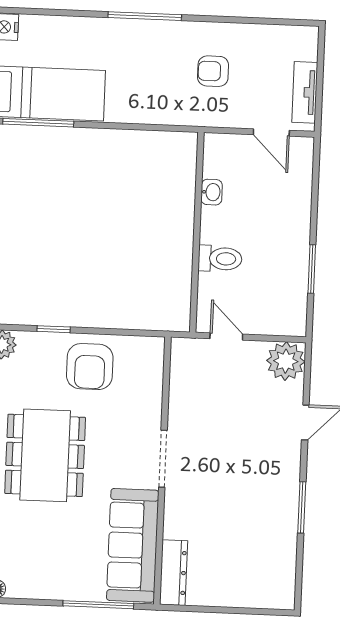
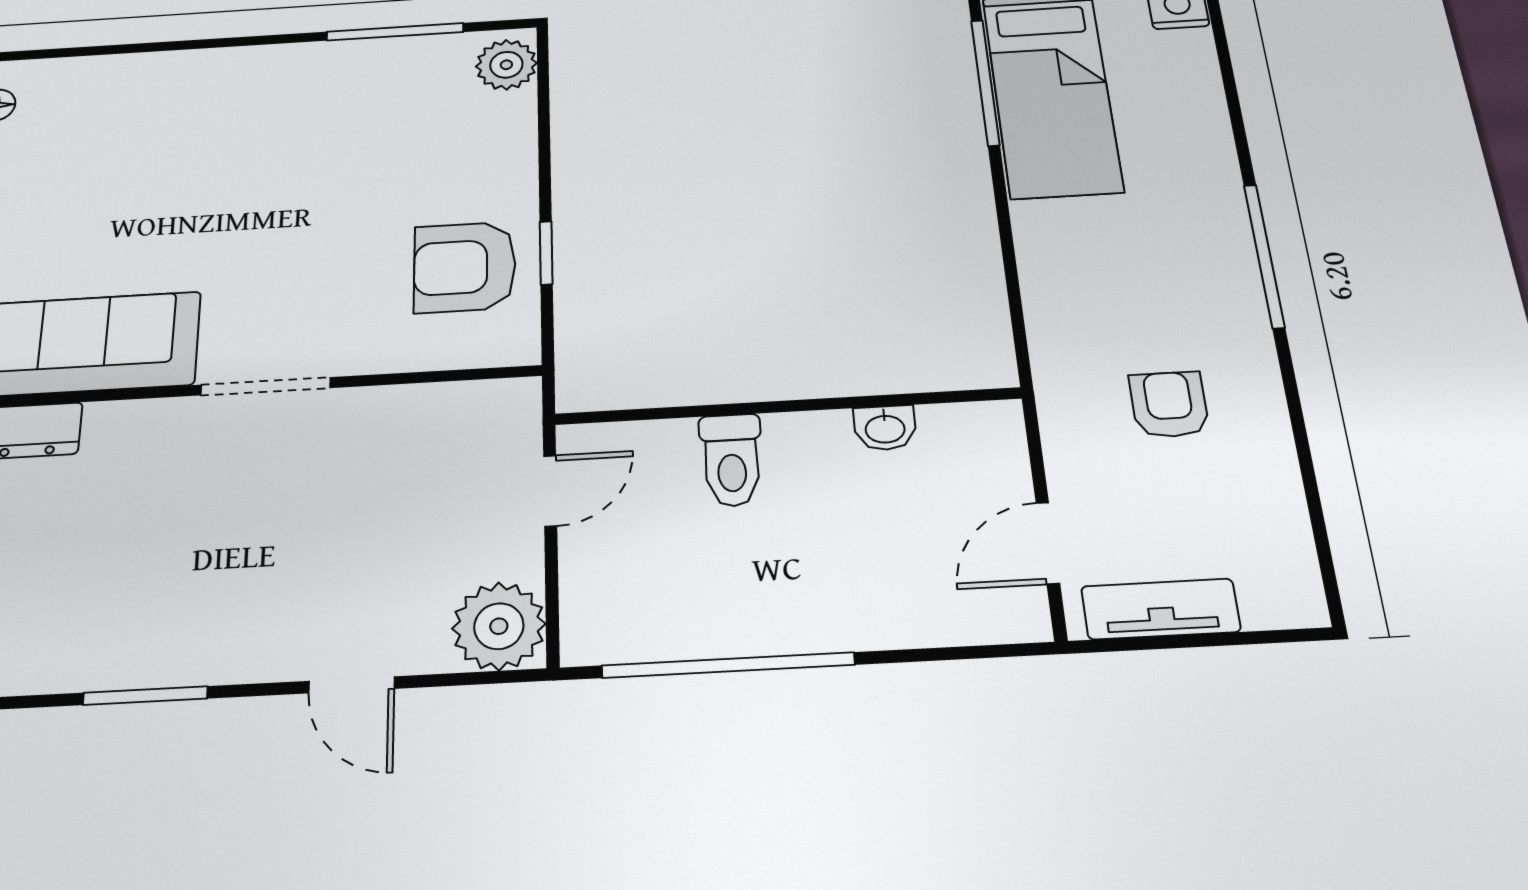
window: (312, 269) -> (728, 665), width x2.11
window: (54, 329) -> (546, 253), moved
armchair: (90, 367) -> (465, 267), moved
dining table: (45, 455) -> (274, 163), removed

